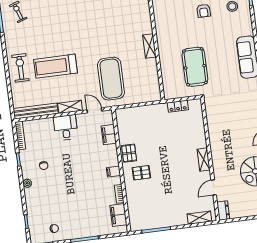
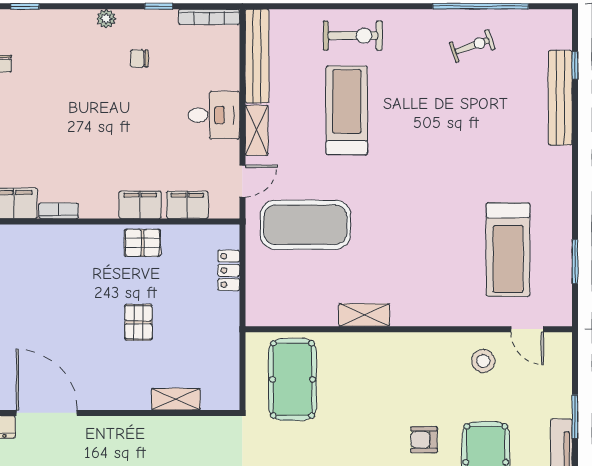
pool table: (195, 67) -> (292, 379), moved, turned 90
locker: (178, 106) -> (229, 270), moved
shelving: (204, 160) -> (176, 399), moved
filing cabinet: (113, 172) -> (140, 205), moved, width x2.00
pallet: (141, 173) -> (138, 322), moved
door: (214, 187) -> (47, 413), width x1.87

